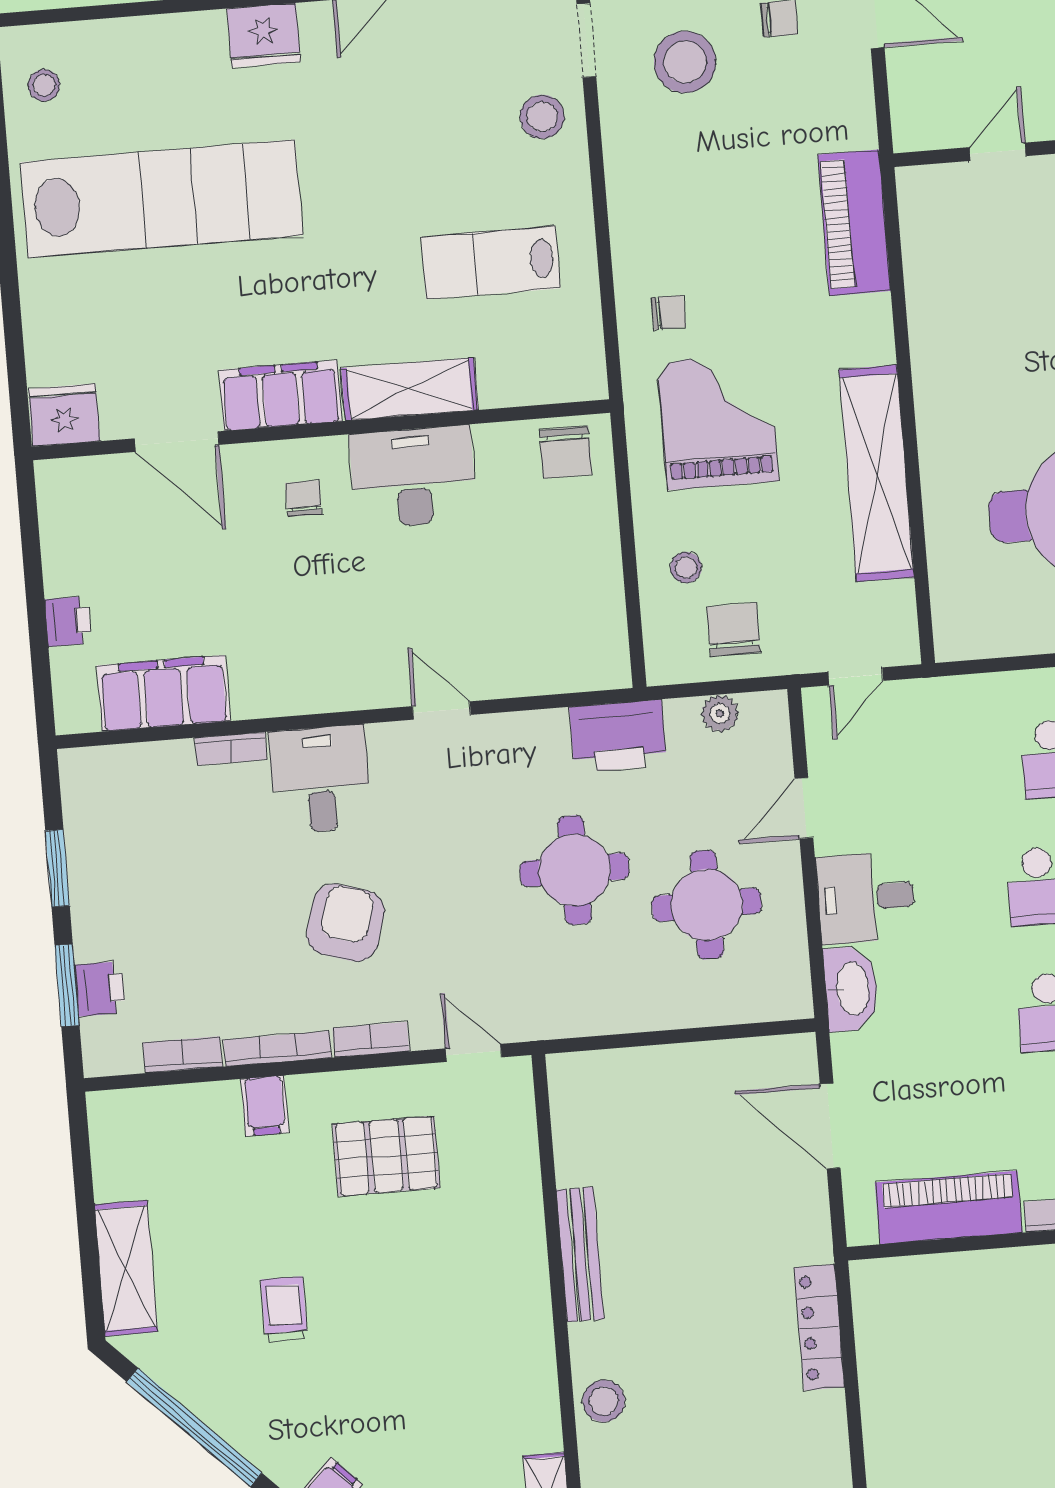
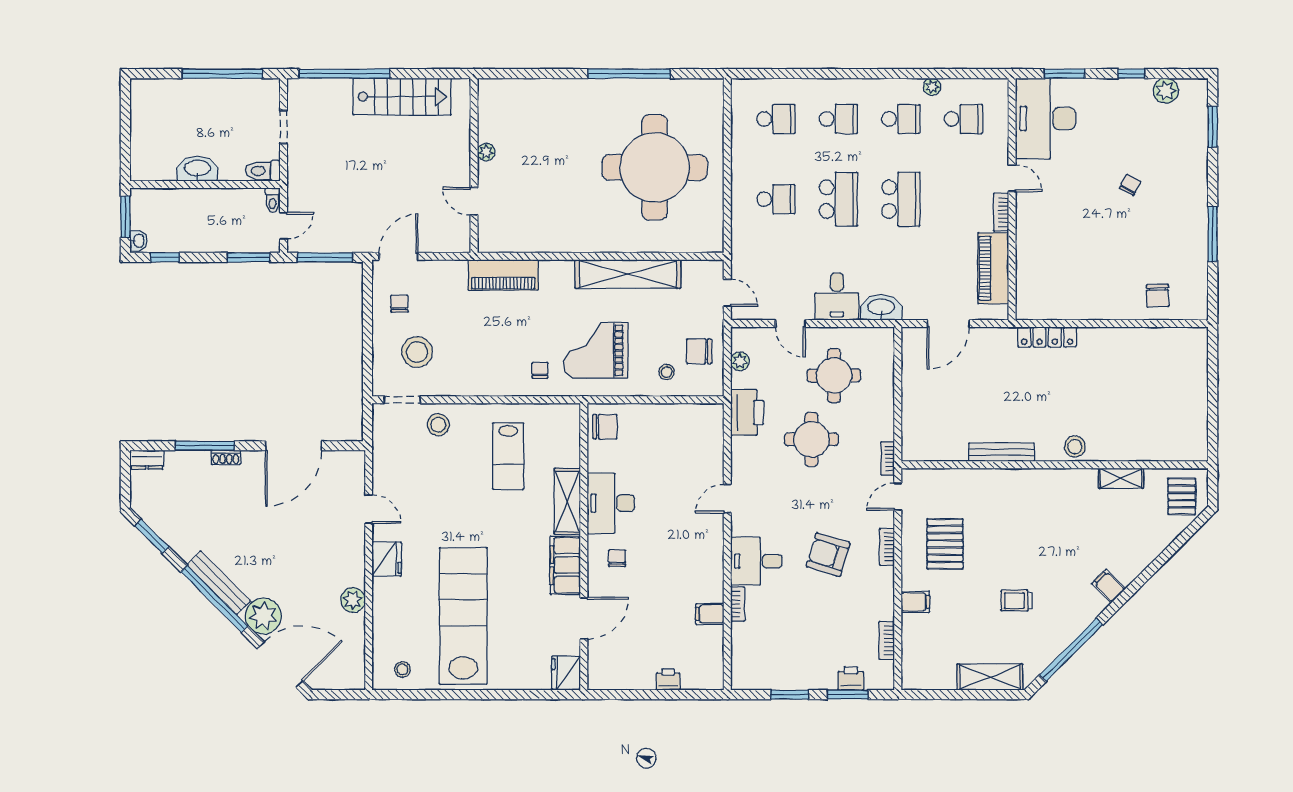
chair: (303, 498) -> (617, 558), turned 90
filing cabinet: (163, 693) -> (710, 614), width x0.33, depth x0.86
bookcase: (277, 1049) -> (888, 458), moved, width x0.64

